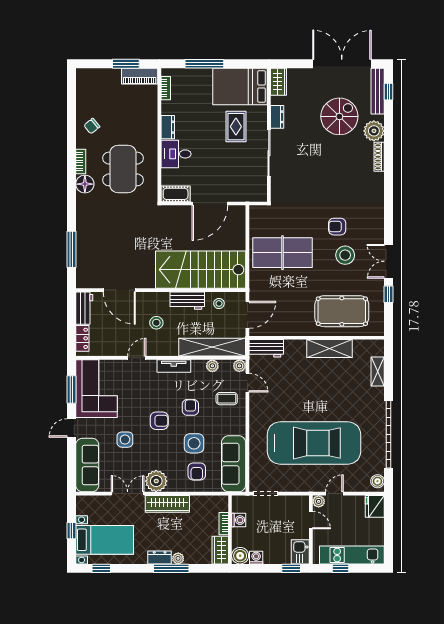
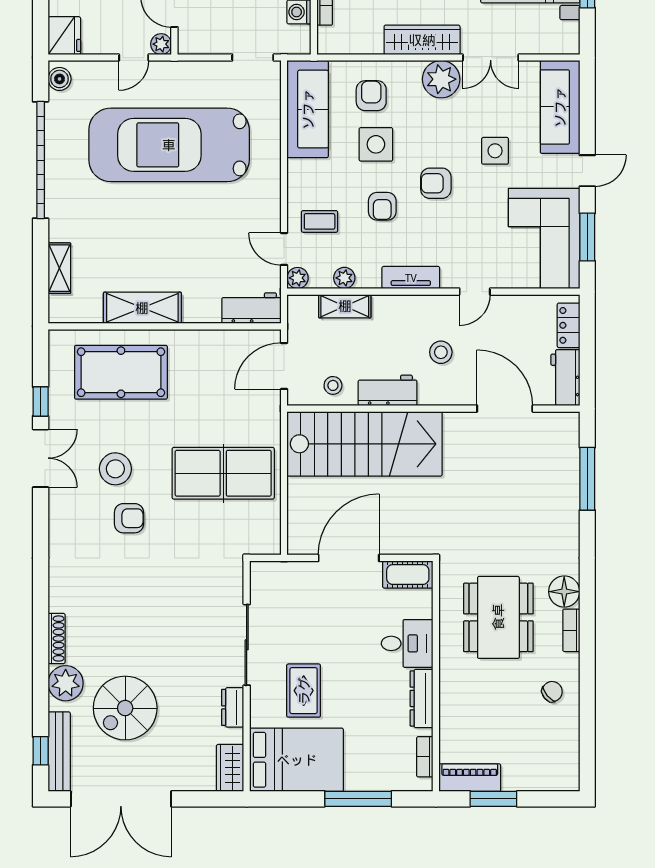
dresser: (168, 127) -> (421, 698), width x1.44
shelving: (212, 347) -> (345, 306), width x0.45, depth x0.75

